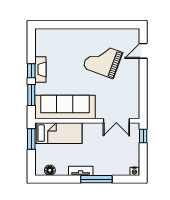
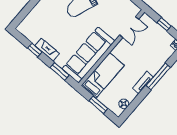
window: (31, 71) -> (35, 50), moved
window: (143, 136) -> (164, 24), moved
window: (31, 139) -> (98, 105), moved

